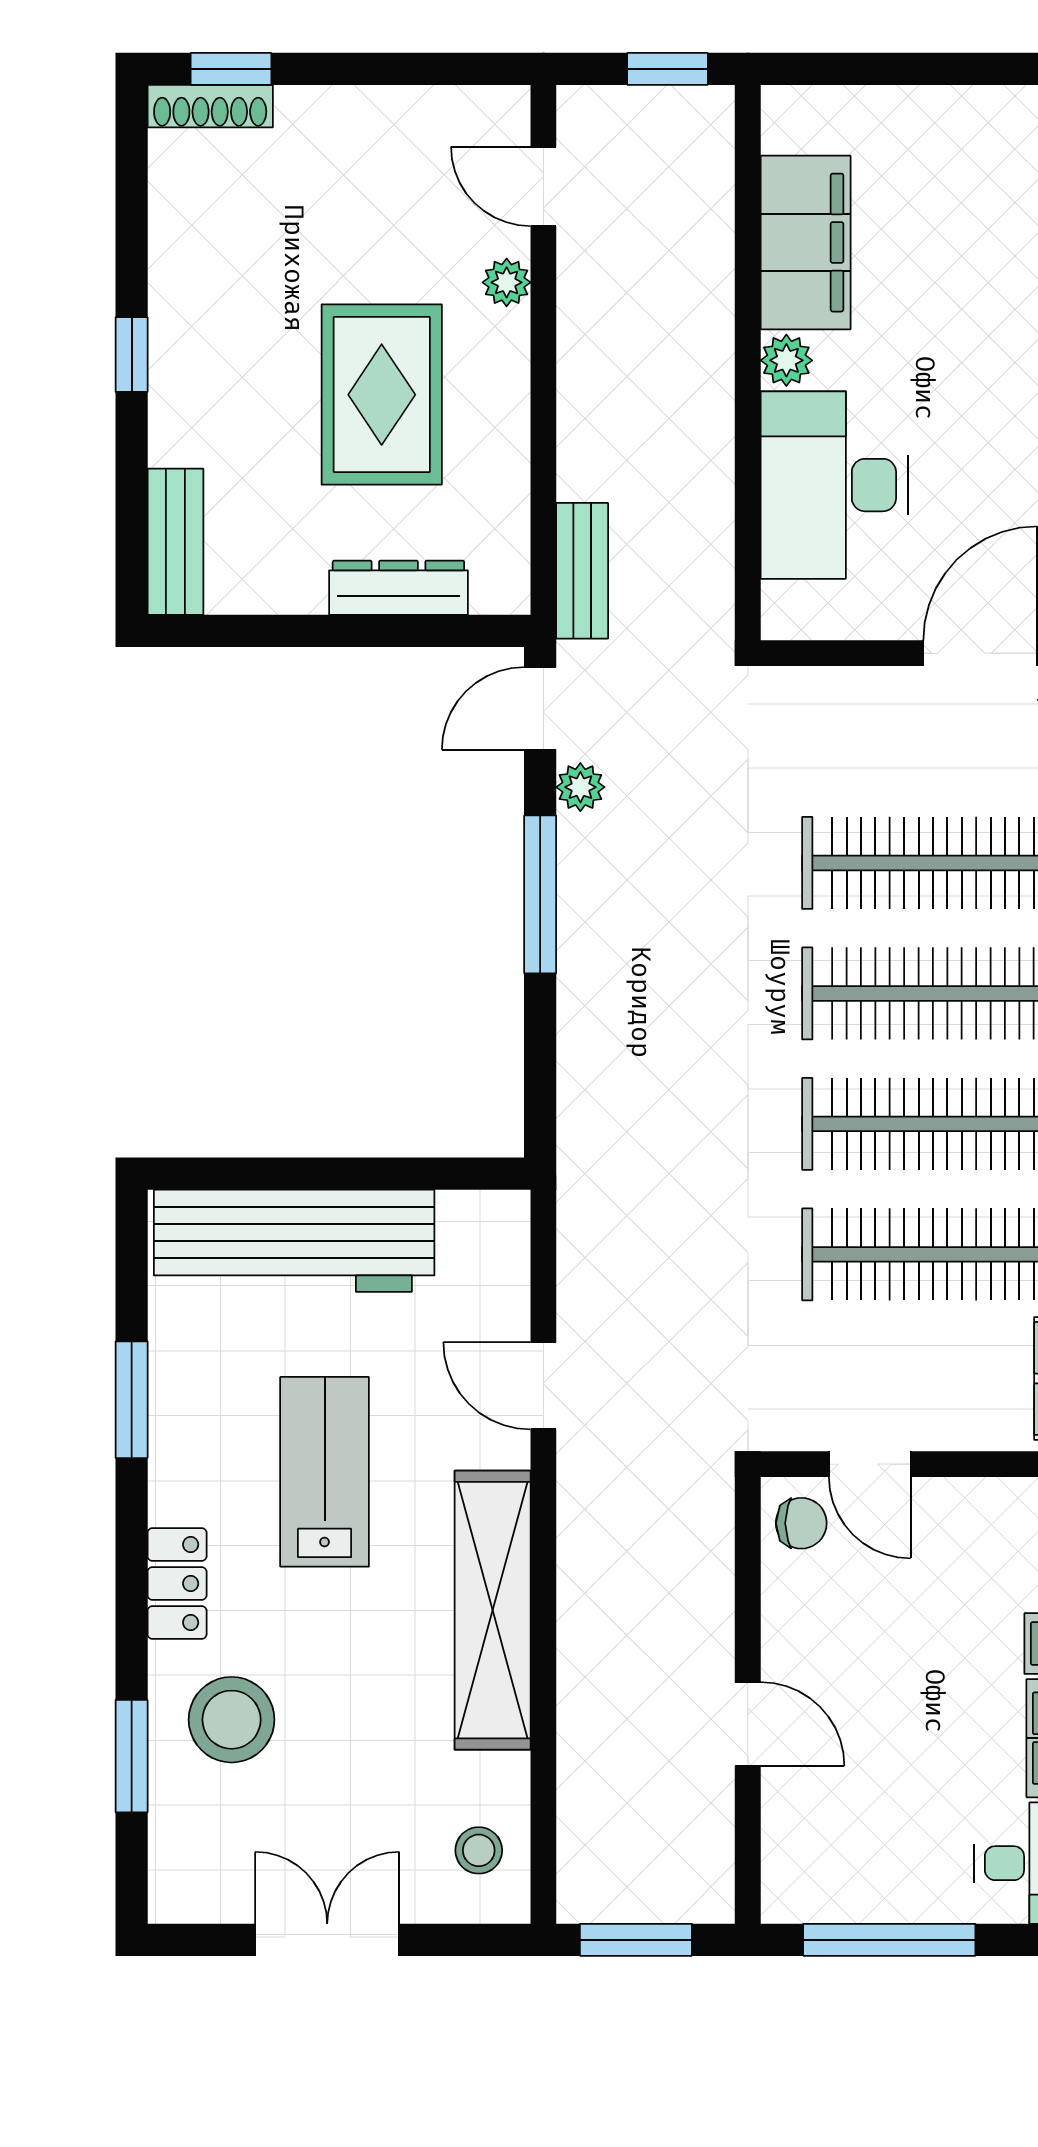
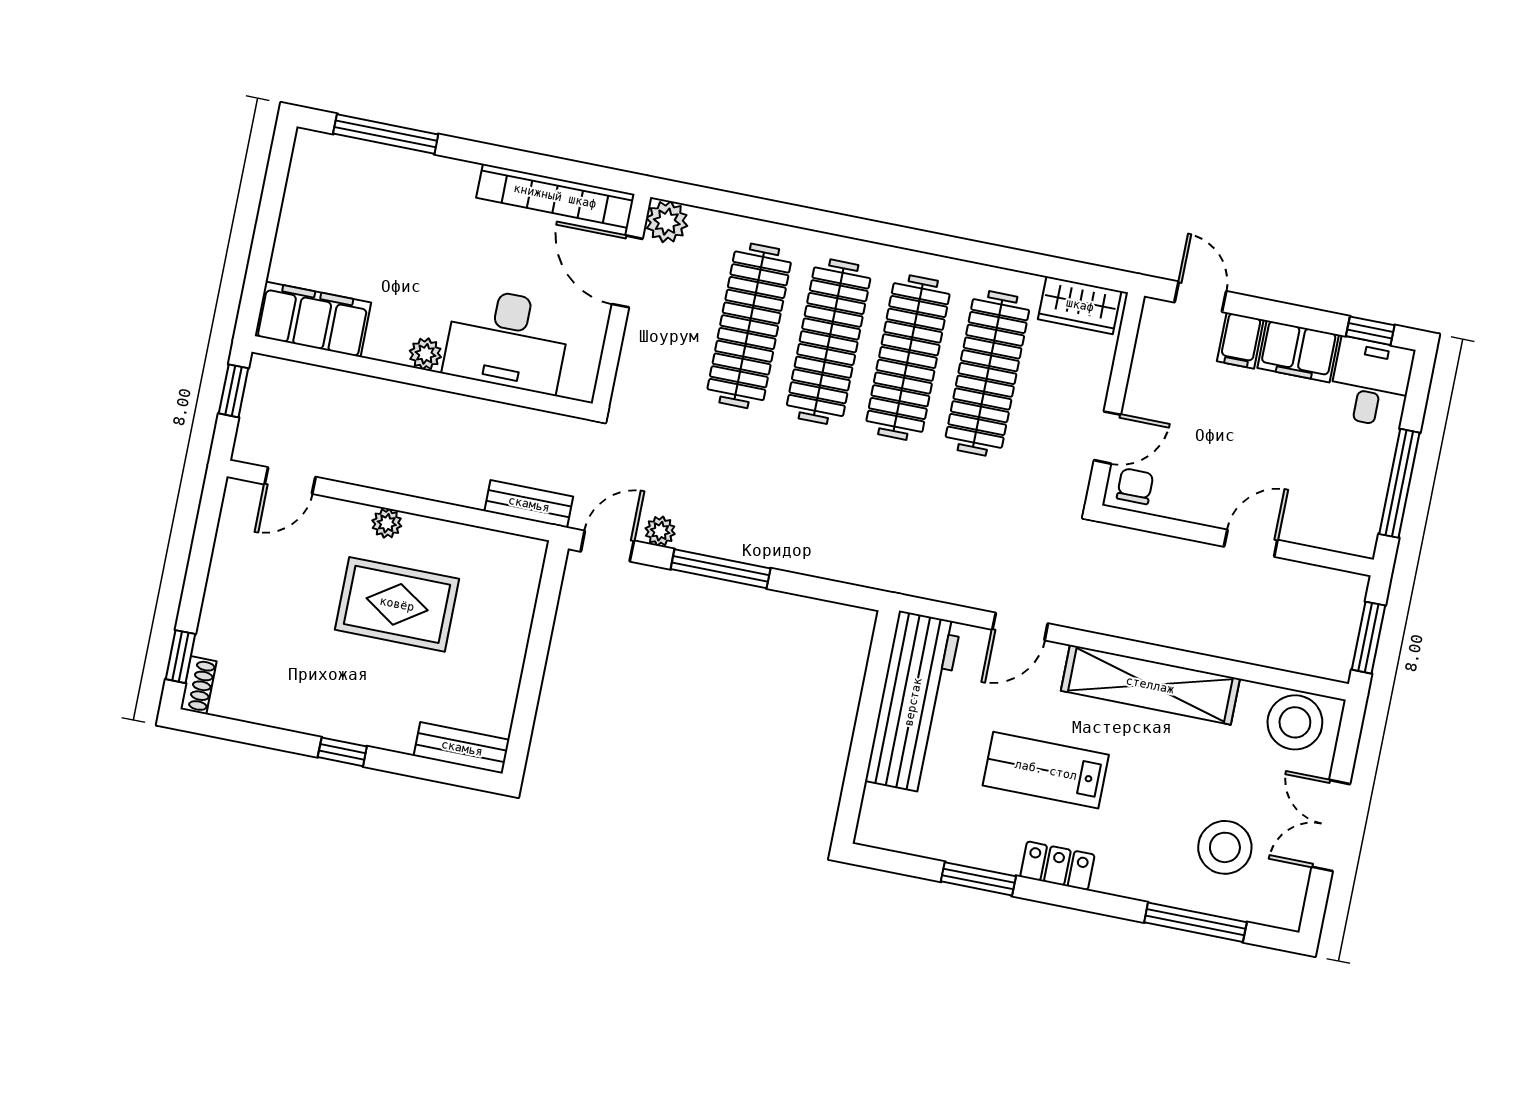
shoe rack: (210, 106) -> (198, 685), width x0.70
filing cabinet: (806, 243) -> (313, 319), moved
plant: (507, 282) -> (387, 523), moved
dresser: (398, 588) -> (517, 618), removed
door: (540, 708) -> (607, 546), swing flipped
workbench: (294, 1241) -> (913, 702), moved
locker: (177, 1584) -> (1057, 866), moved
stool: (232, 1720) -> (1225, 847), moved
window: (132, 1756) -> (1195, 922), width x1.44
stool: (479, 1850) -> (1295, 722), width x1.89, depth x1.89

